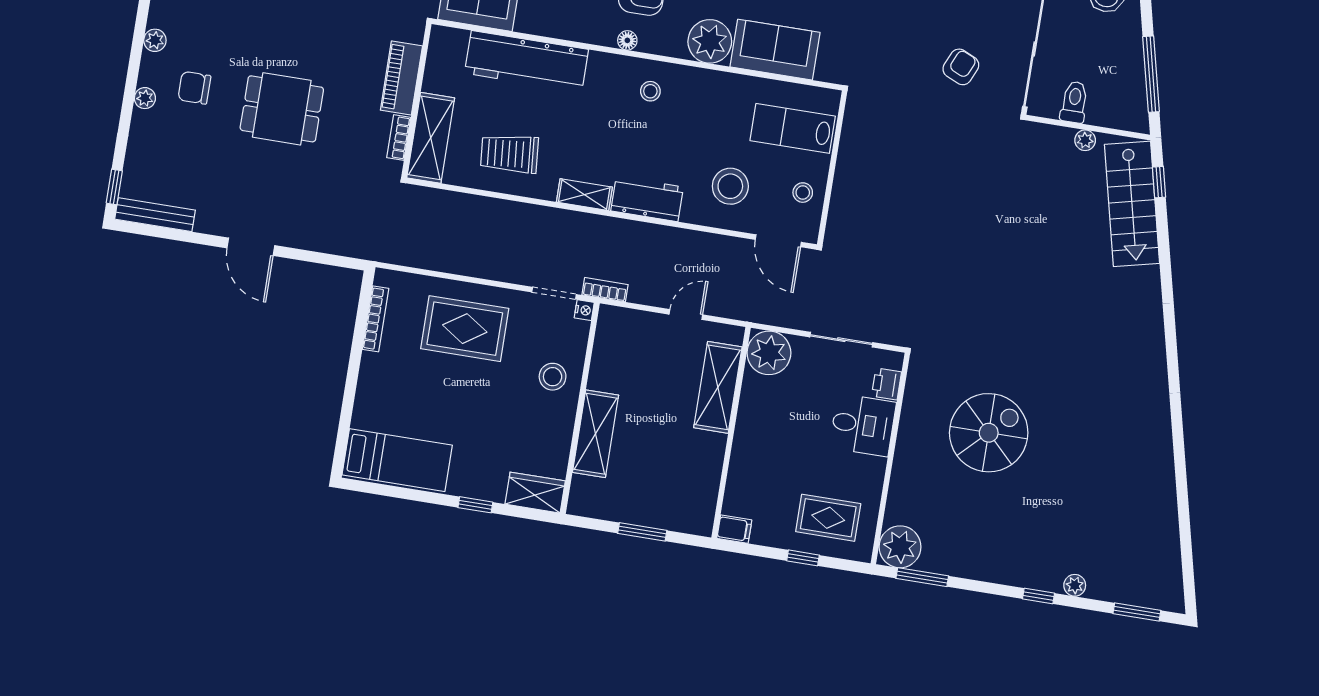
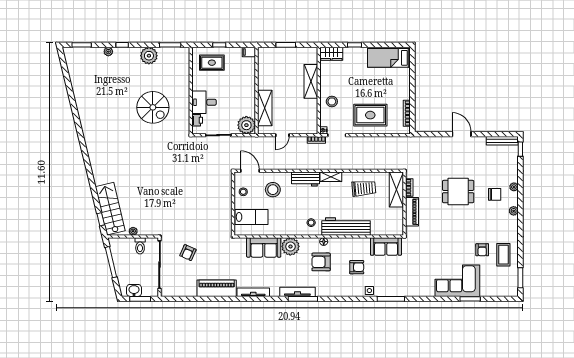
workbench: (526, 61) -> (346, 227), moved
spiral stairs: (989, 433) -> (153, 107), turned -90
plant: (900, 547) -> (149, 56), moved

